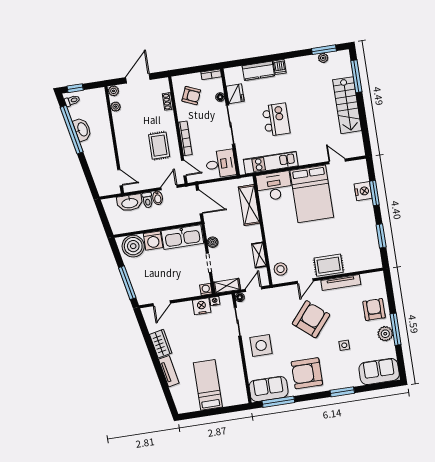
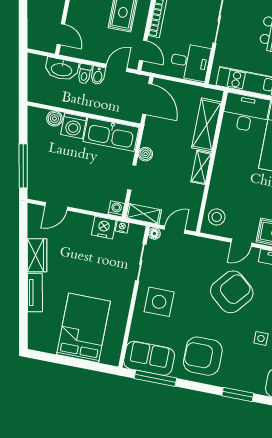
boiler: (133, 246) -> (54, 119), width x0.54, depth x0.54
shelving: (259, 255) -> (201, 167), moved
bed: (208, 385) -> (84, 328), width x1.50

